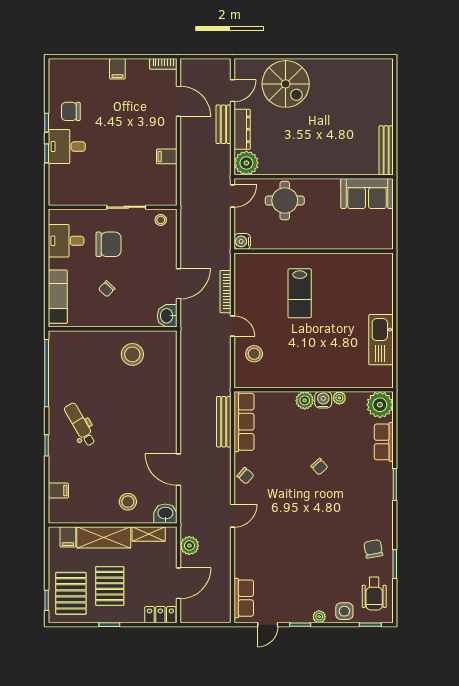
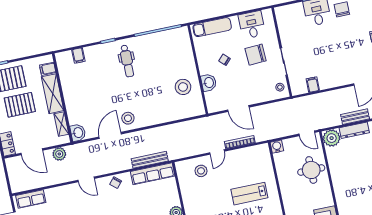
filing cabinet: (167, 156) -> (313, 85), moved
chair: (109, 244) -> (256, 55), turned 87
washbasin: (167, 316) -> (209, 83), moved, turned 90
dental chair: (80, 425) -> (127, 61), turned 120
stool: (128, 502) -> (128, 118), moved

